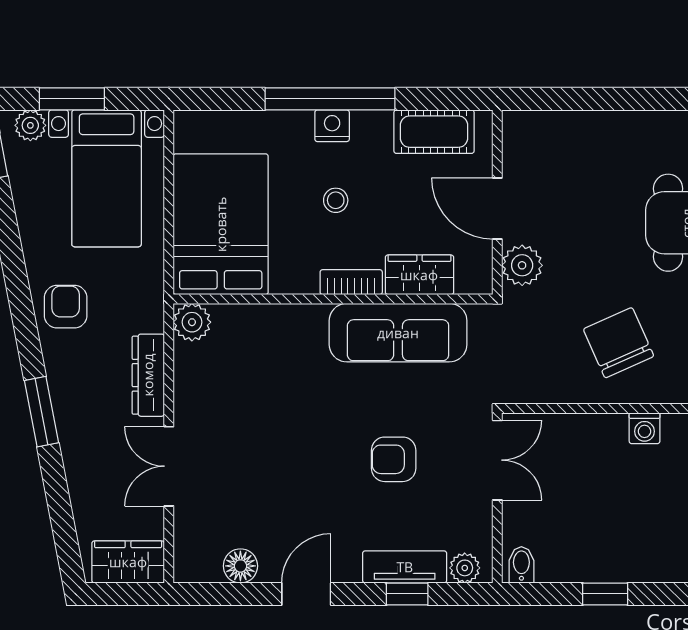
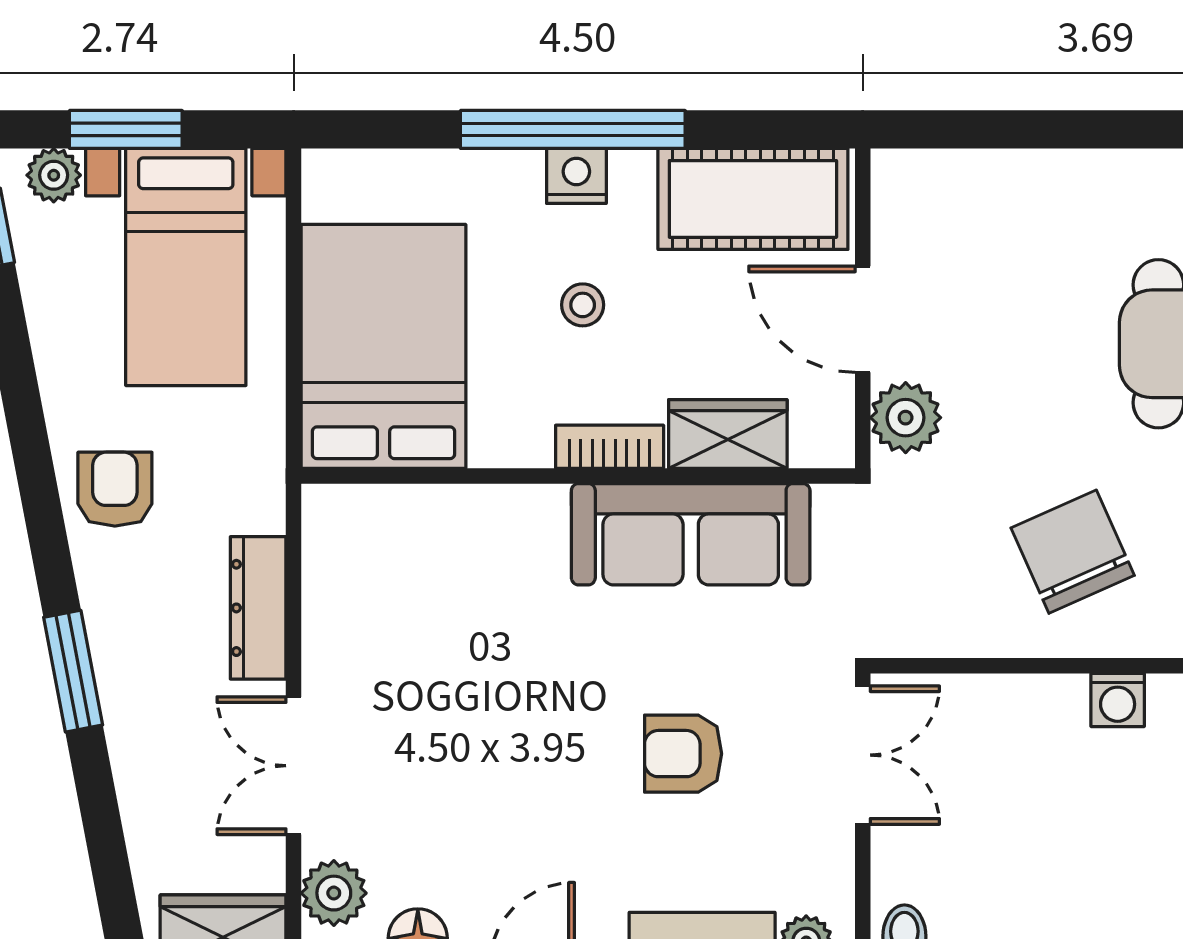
cot: (434, 132) -> (753, 199), width x1.37, depth x1.34
plant: (192, 322) -> (334, 893), moved

